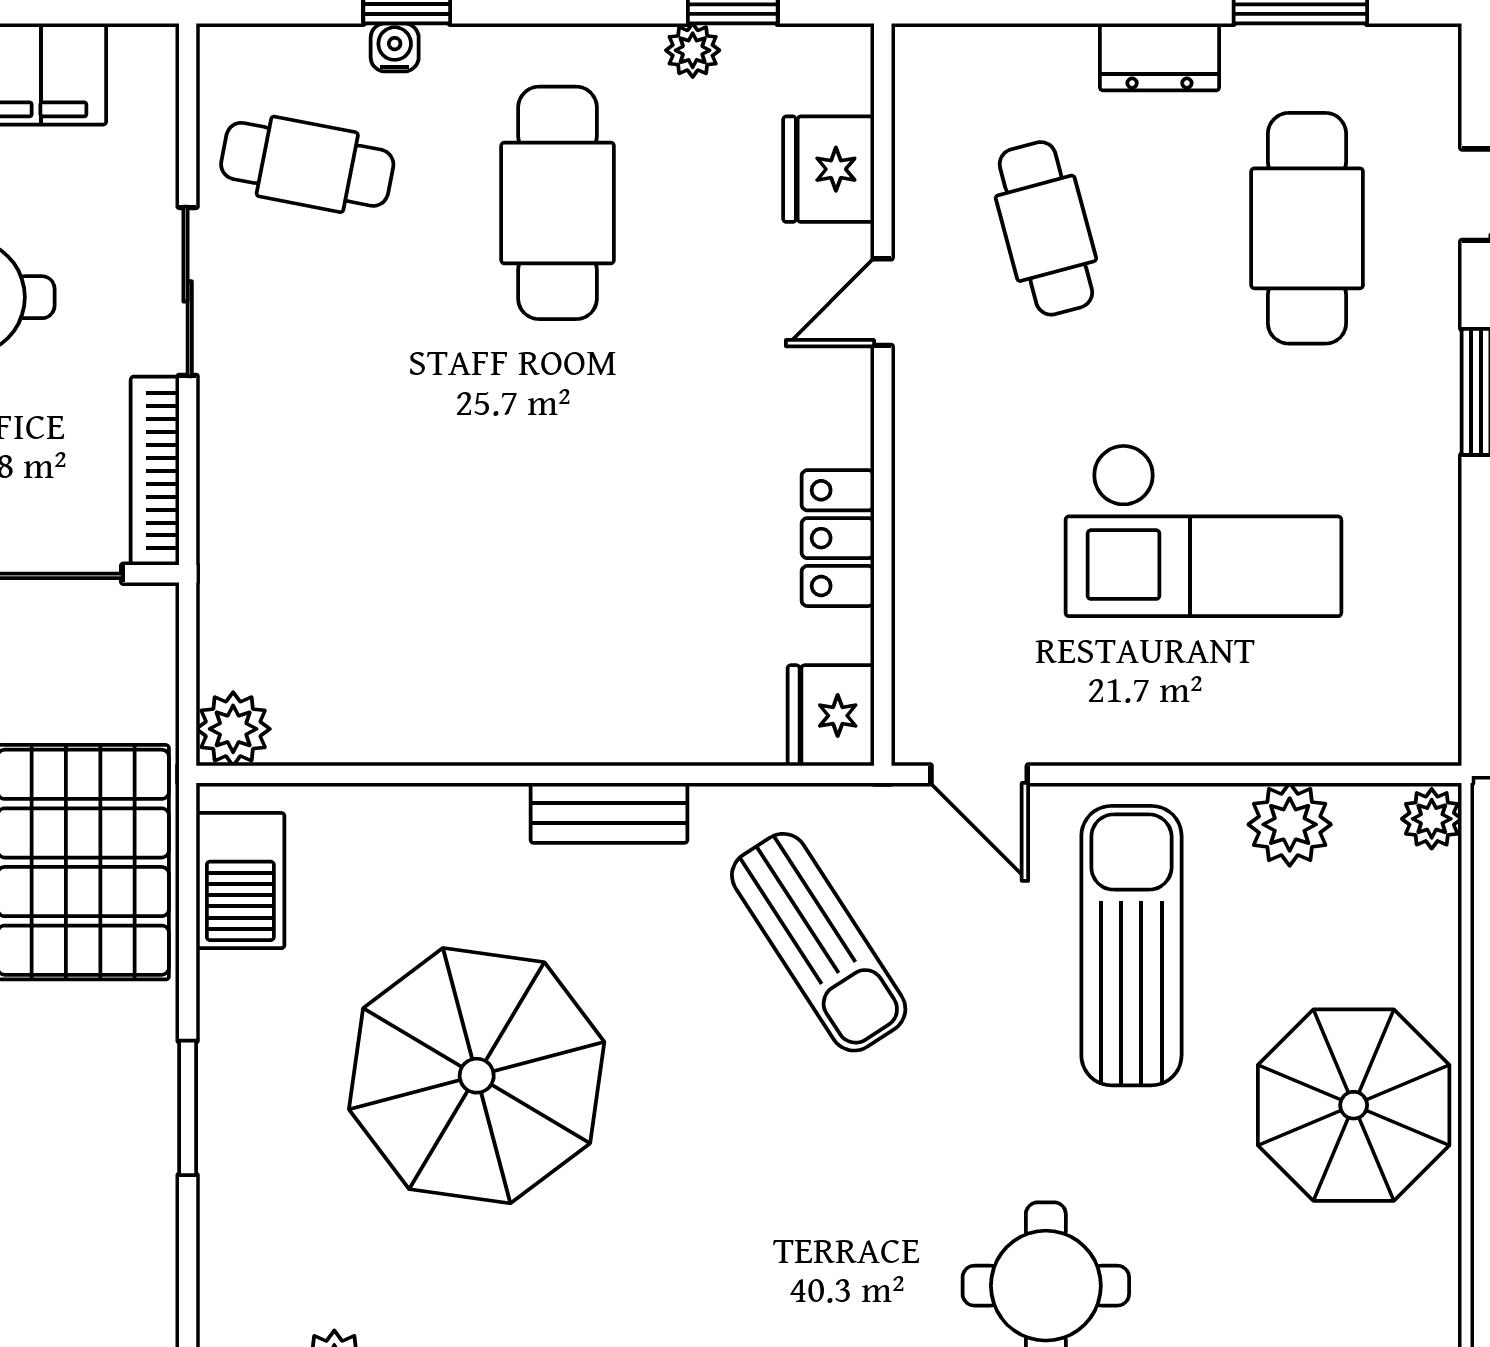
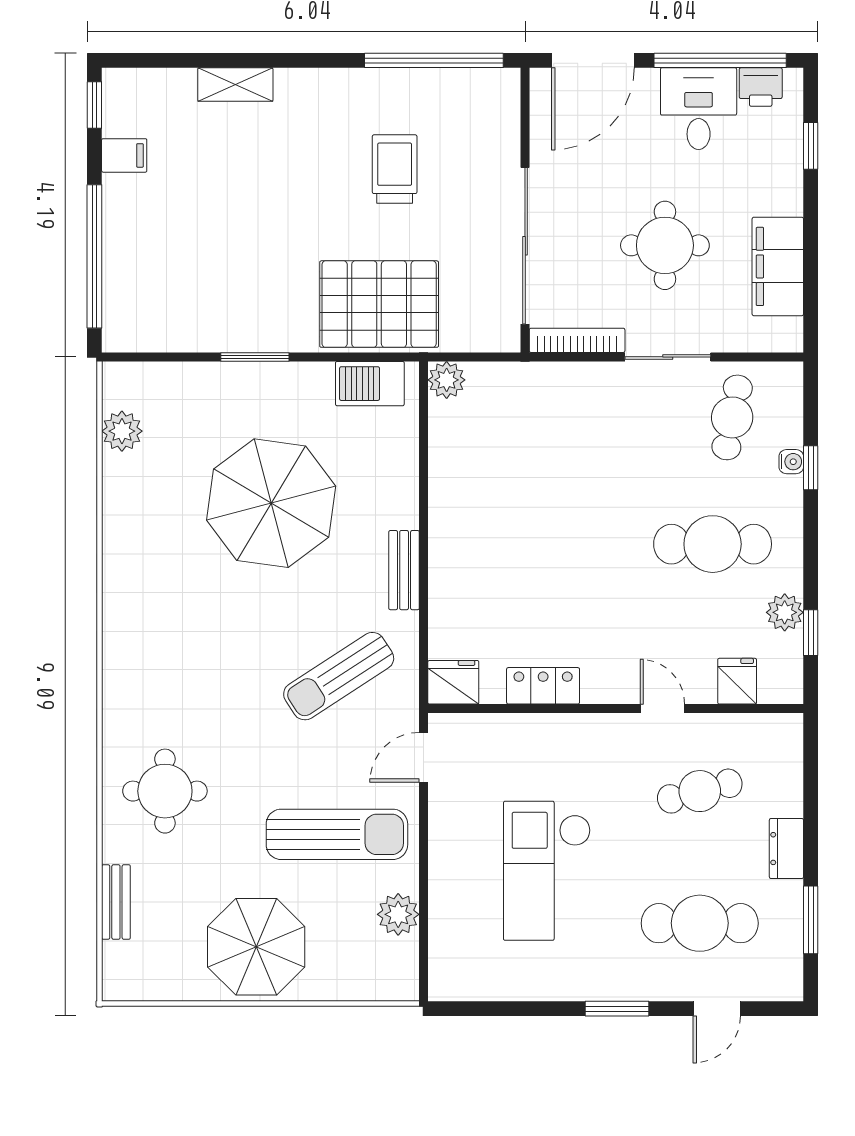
plant: (693, 50) -> (785, 612), width x1.38, depth x1.38
fridge: (829, 169) -> (737, 681), width x0.72
plant: (1432, 819) -> (401, 986), removed

